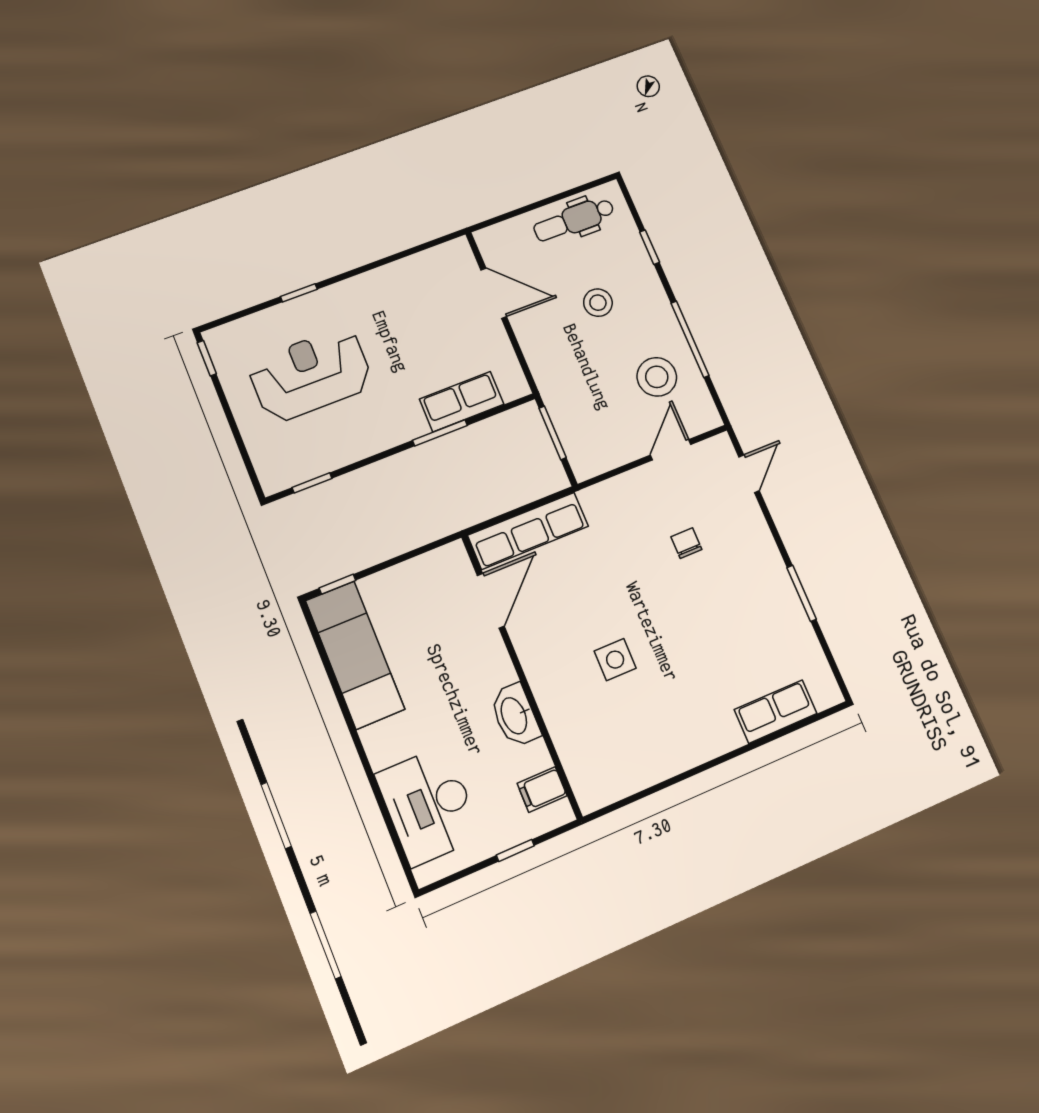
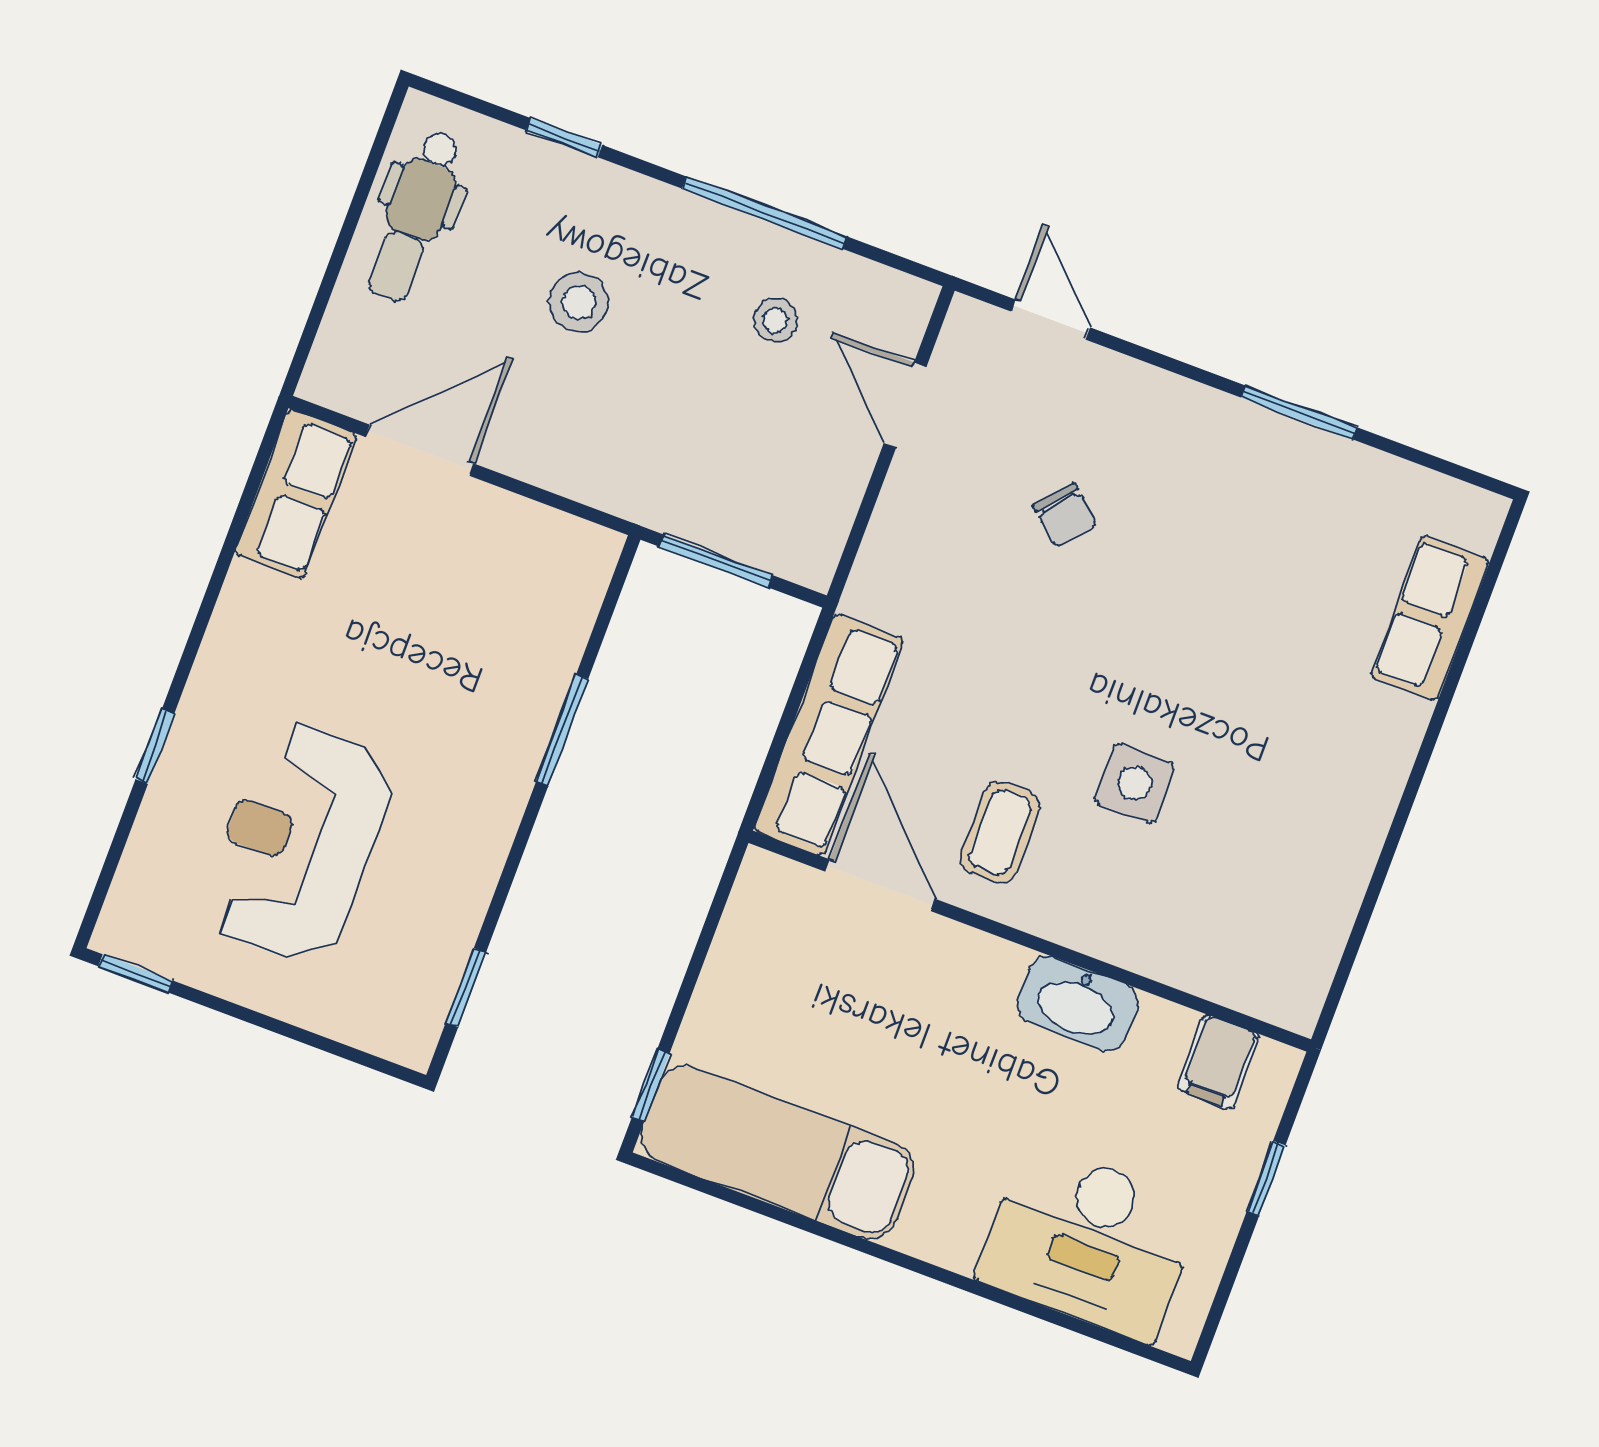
stool: (657, 377) -> (775, 320), width x0.53, depth x0.53
row of seats: (462, 402) -> (296, 494), moved, turned 180
chair: (686, 543) -> (1065, 515), turned -139
coffee table: (551, 627) -> (1000, 832), added

